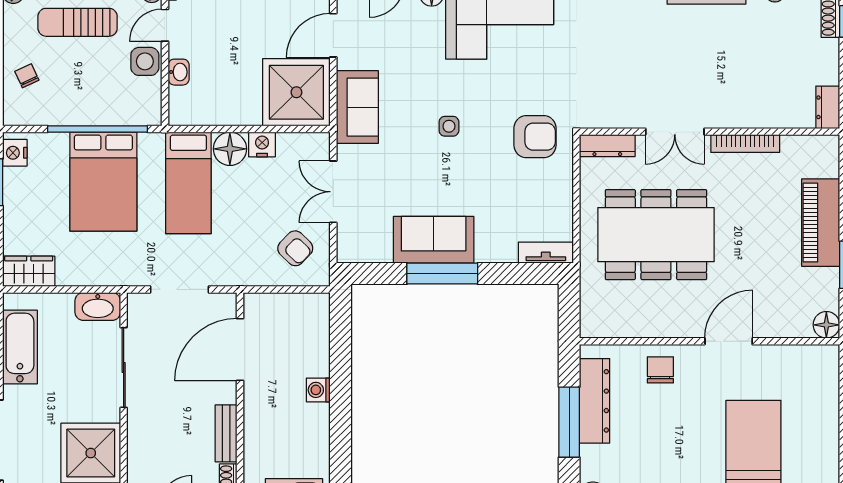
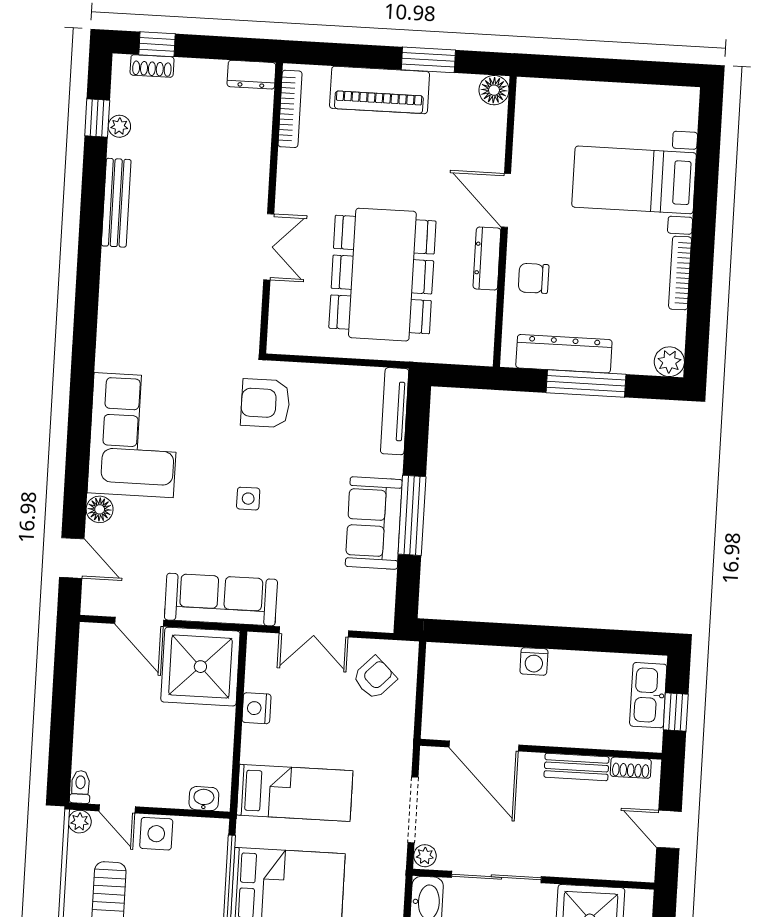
washbasin: (179, 72) -> (204, 799), moved
sofa: (357, 107) -> (221, 600), width x1.36
armchair: (535, 137) -> (265, 403), turned -90
bookcase: (745, 144) -> (290, 109), moved
dresser: (607, 146) -> (487, 259), moved, turned 180
floor lamp: (230, 149) -> (259, 744), removed
tv unit: (546, 253) -> (395, 411), width x1.41
plant: (139, 303) -> (425, 856), added

